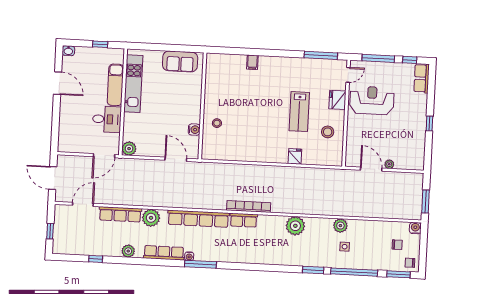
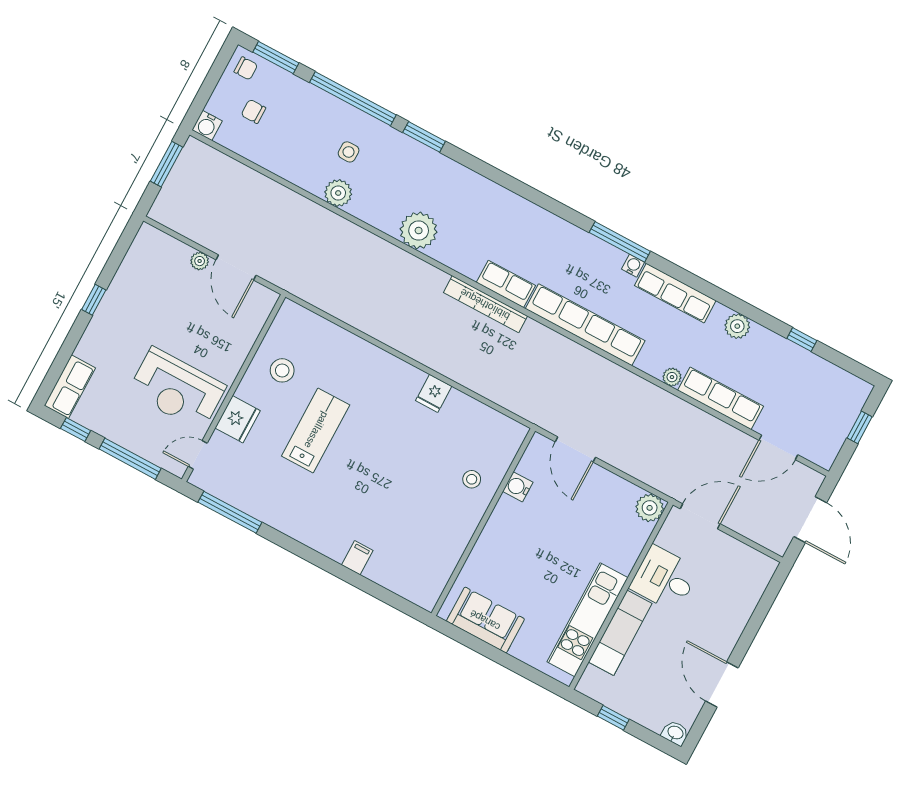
fridge: (295, 156) -> (434, 393), moved
plant: (151, 218) -> (672, 377), width x0.53, depth x0.53

